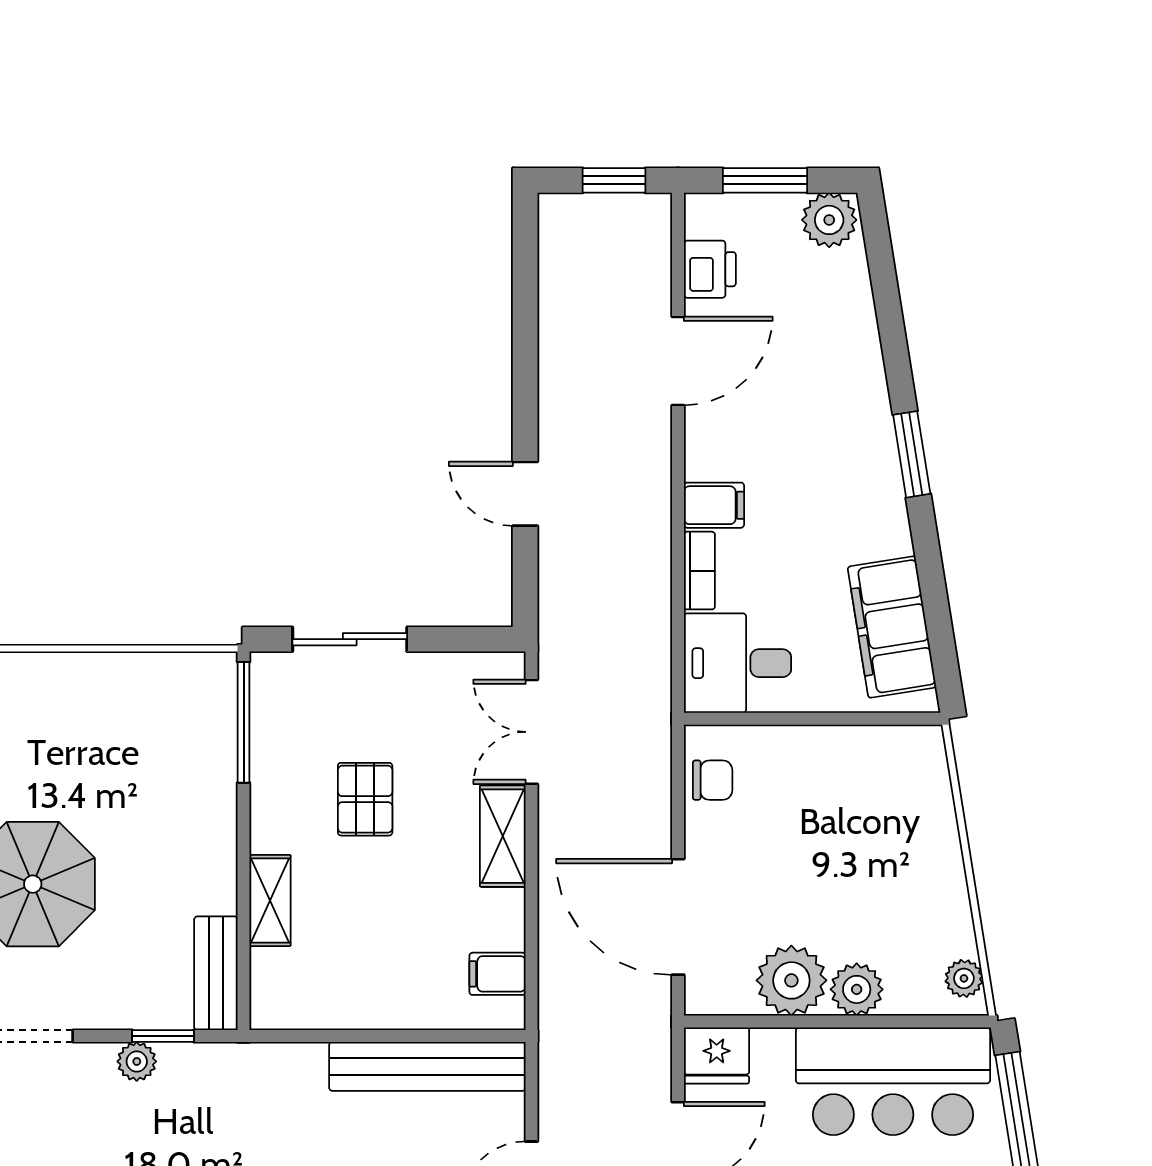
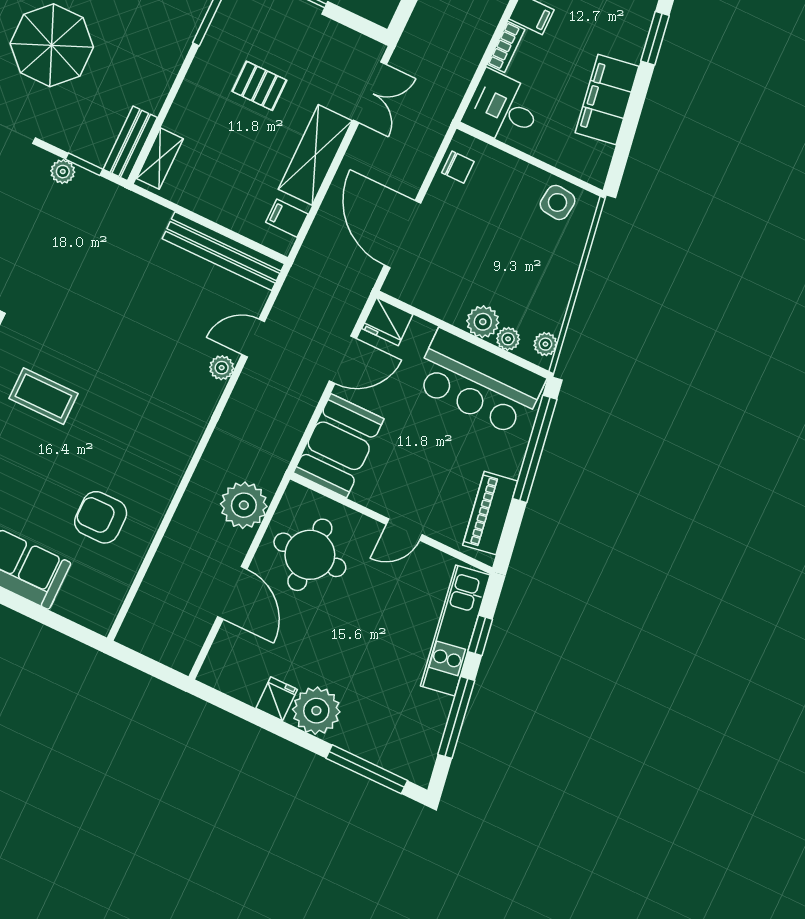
filing cabinet: (892, 627) -> (607, 100), moved
double door: (532, 732) -> (370, 92), swing flipped
side table: (883, 763) -> (558, 202), added
pallet: (365, 799) -> (259, 86), turned 90
shelving: (503, 836) -> (315, 155), width x1.50, depth x1.33
shelving: (270, 900) -> (160, 159), moved
plant: (791, 980) -> (508, 339), moved, width x0.53, depth x0.53

